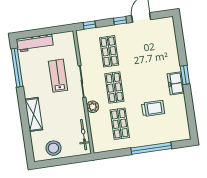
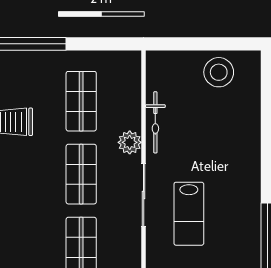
shelving: (34, 114) -> (248, 144), removed
bicycle: (84, 135) -> (155, 122), moved

